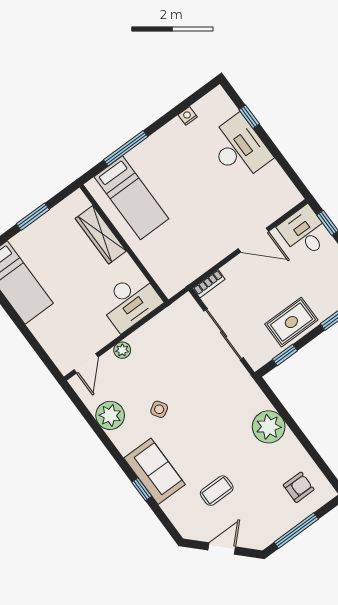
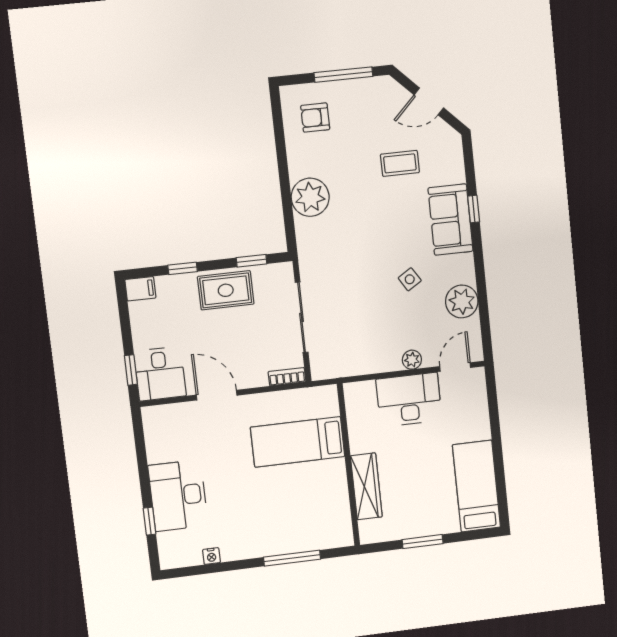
bed: (131, 198) -> (298, 442), moved, turned -90
desk: (130, 302) -> (409, 400), moved

